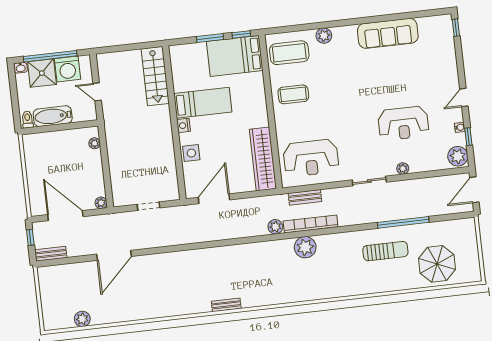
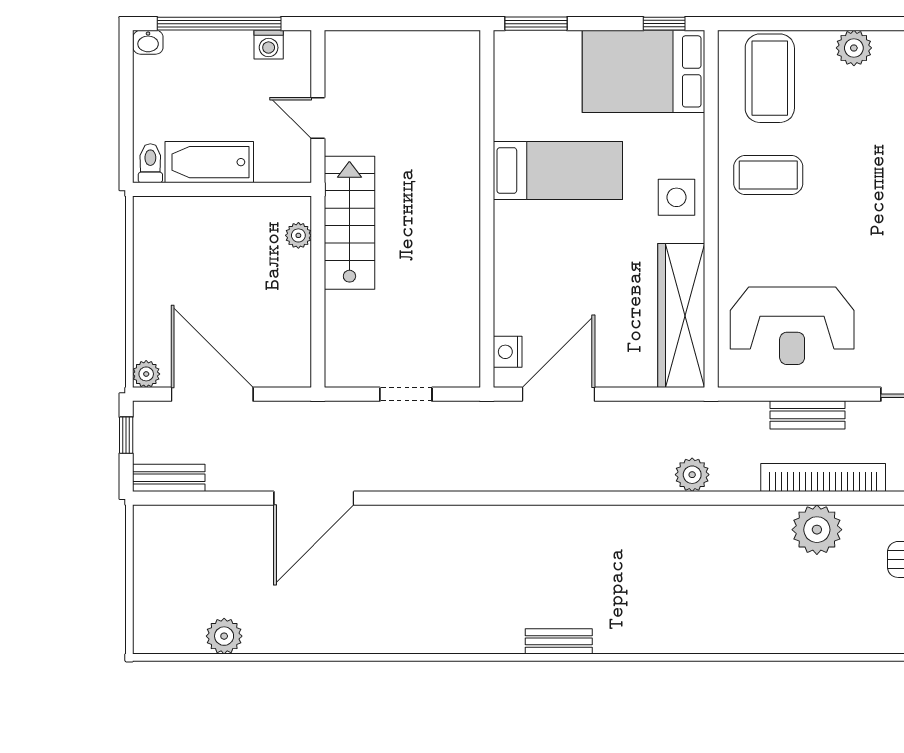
window: (210, 38) -> (536, 24), moved
coffee table: (289, 53) -> (770, 78), turned 90
washing machine: (68, 69) -> (269, 45), width x0.53, depth x0.53
shower: (42, 73) -> (196, 60), removed
stairs: (155, 76) -> (349, 223), moved, turned 180
nightstand: (184, 125) -> (508, 352), moved
side table: (191, 153) -> (677, 197), moved
bench: (305, 197) -> (808, 415), moved
plant: (101, 203) -> (146, 374), moved
bookcase: (311, 224) -> (823, 478), moved
plant: (305, 247) -> (817, 530), moved

